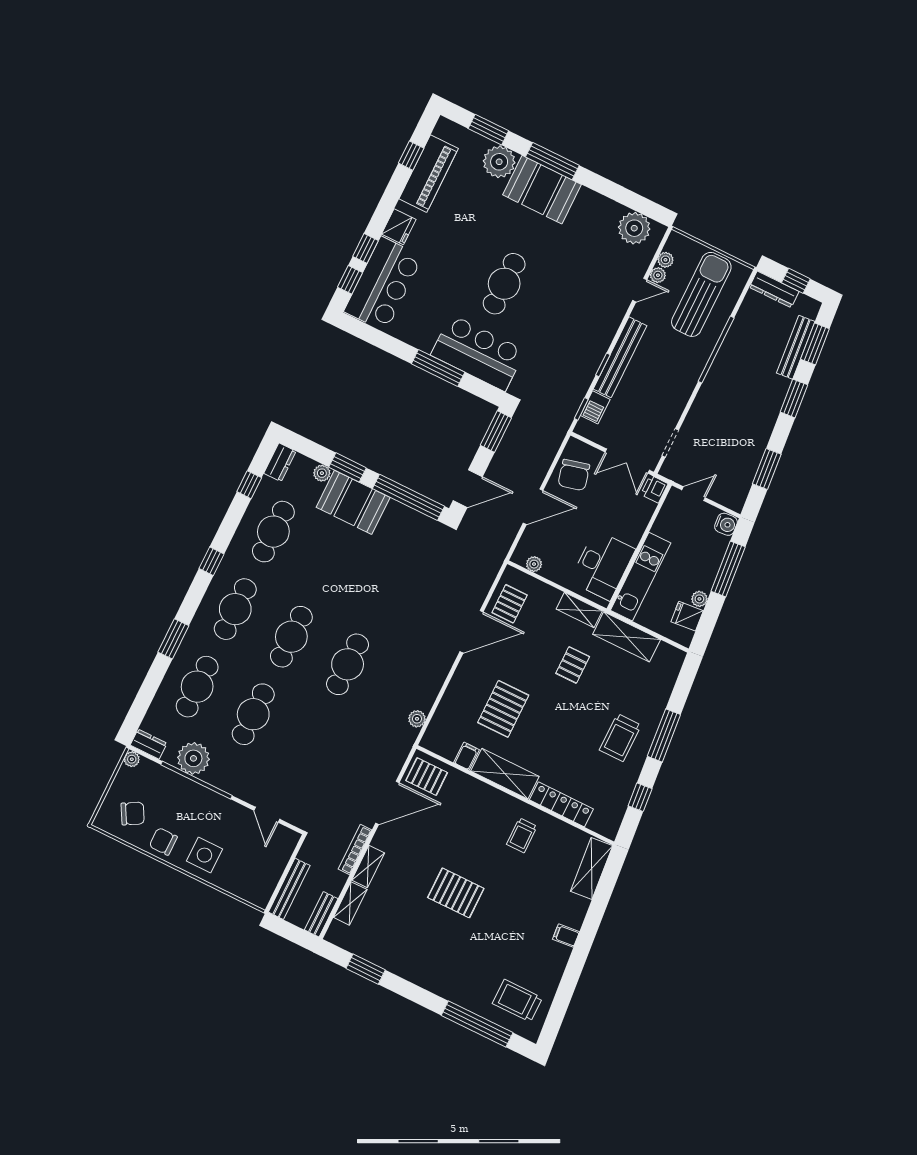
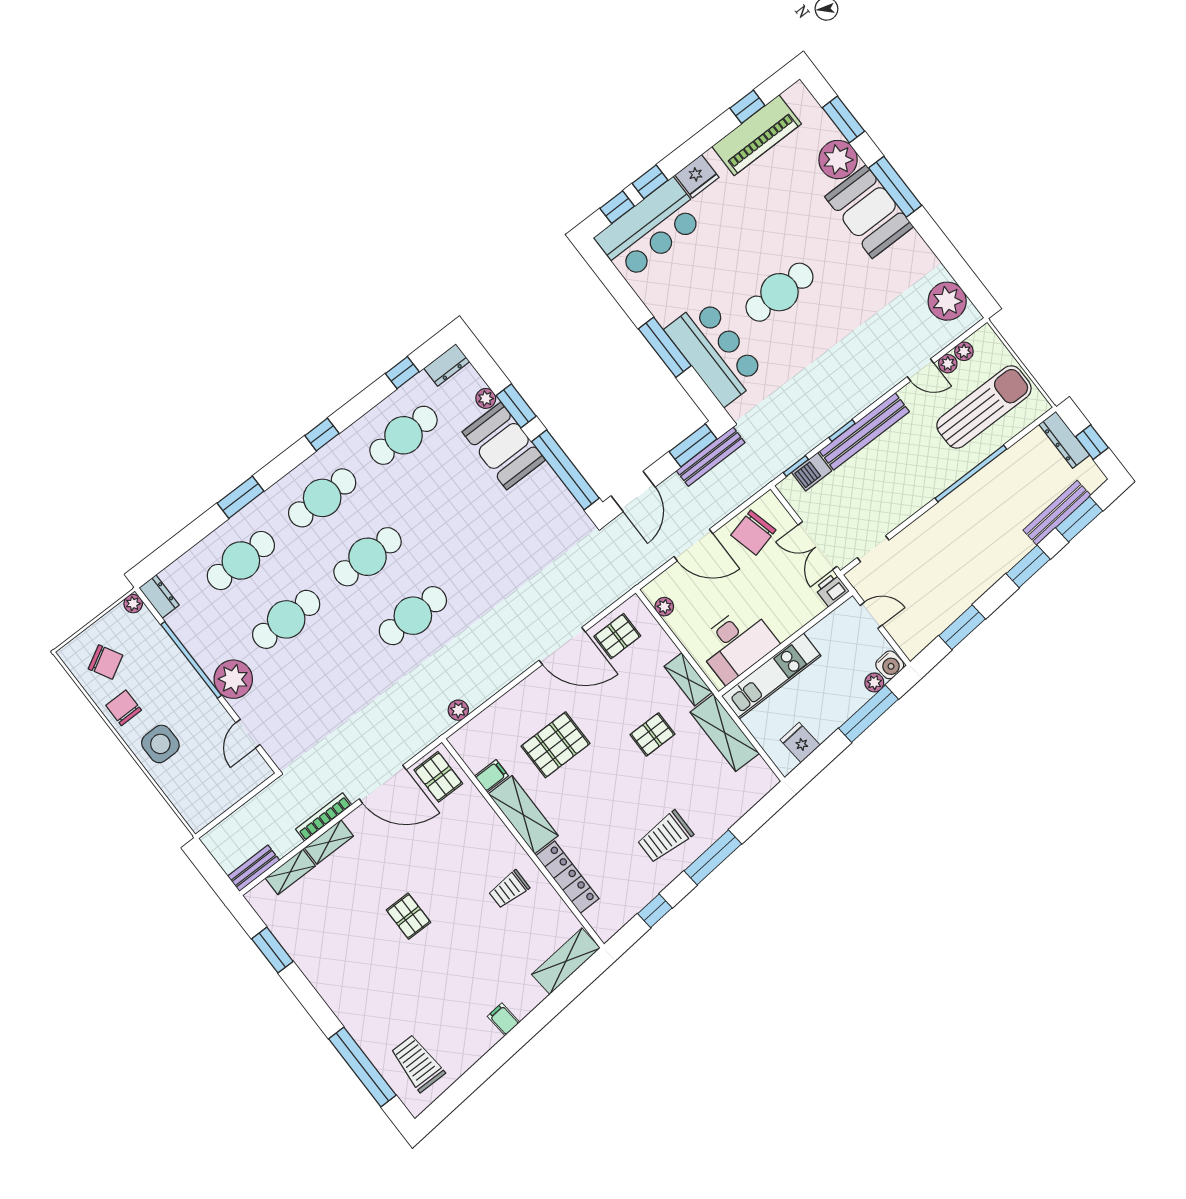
door: (468, 489) -> (633, 491), hinge flipped
plant: (699, 599) -> (874, 682), moved
plant: (193, 758) -> (233, 679), moved
bench: (289, 889) -> (711, 457), moved
pallet: (456, 893) -> (408, 916), width x0.67, depth x0.71

